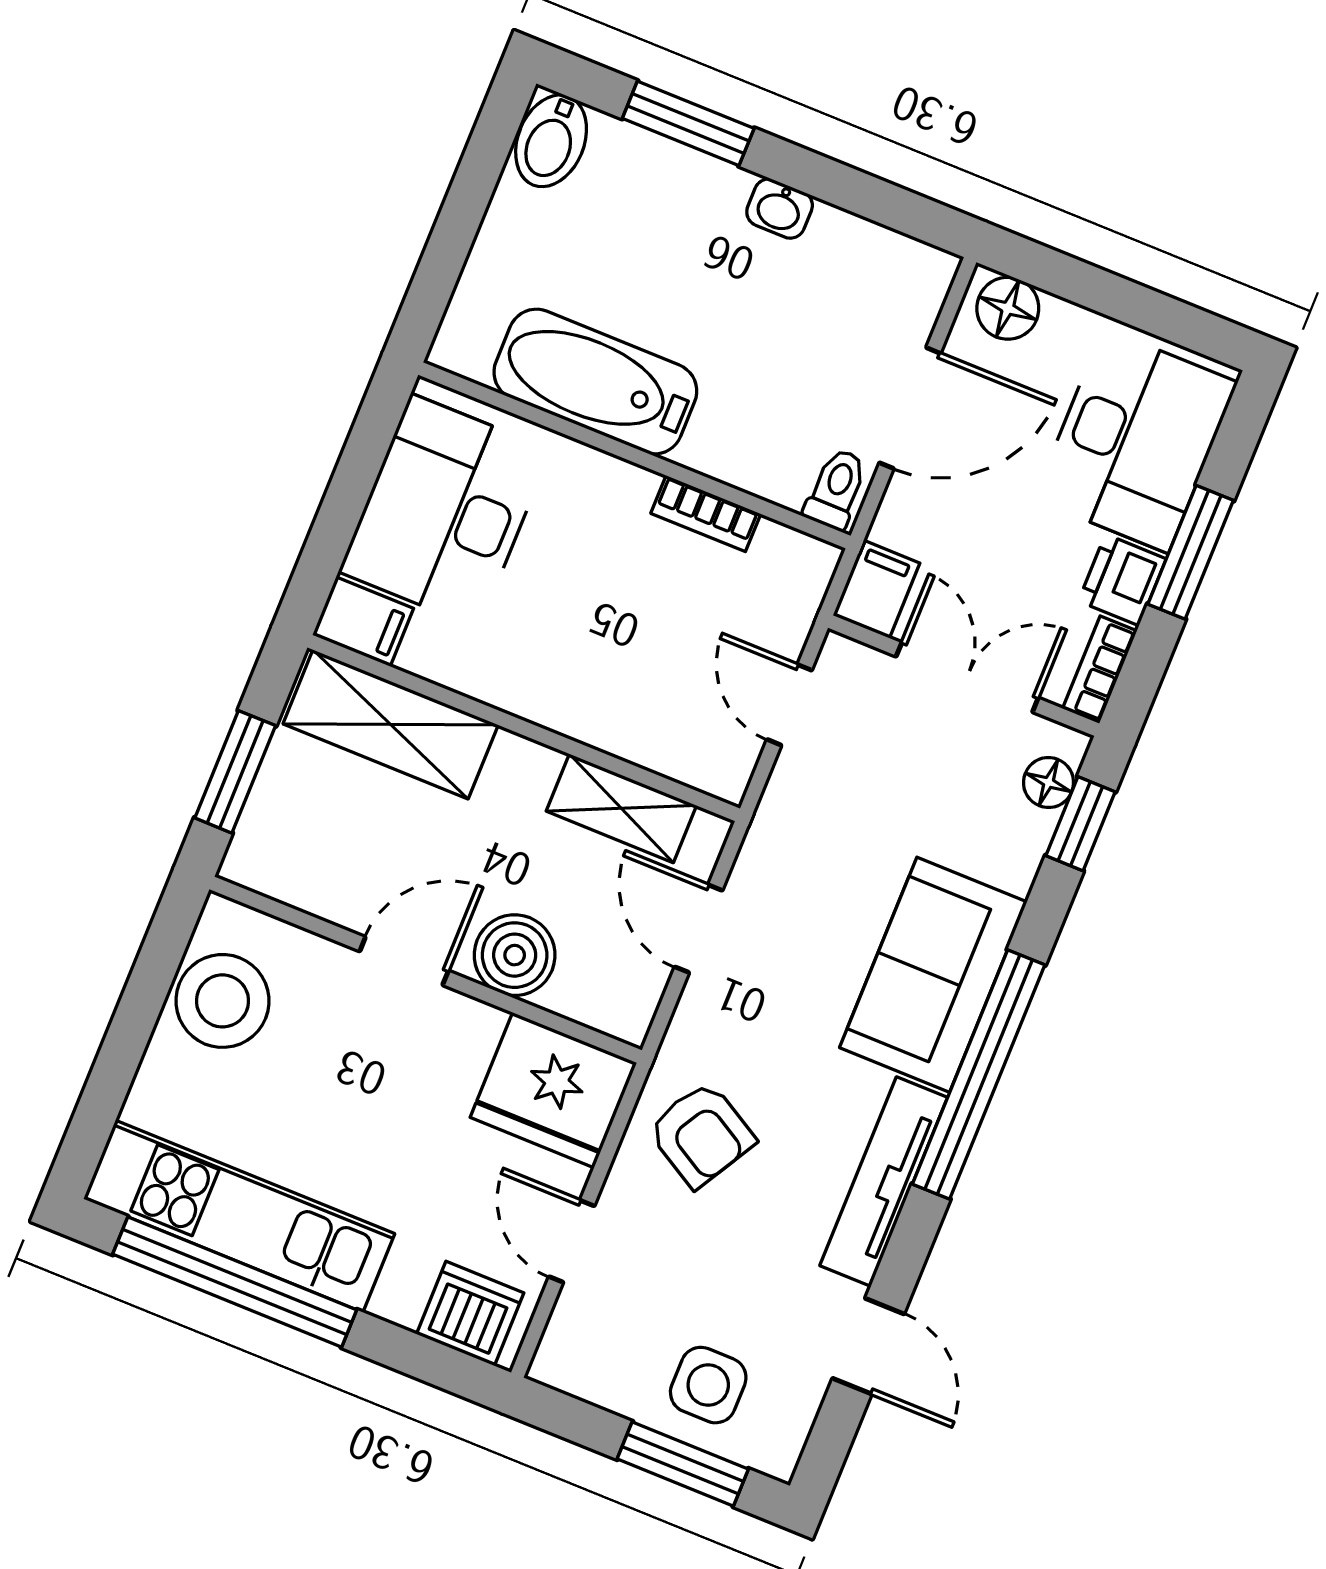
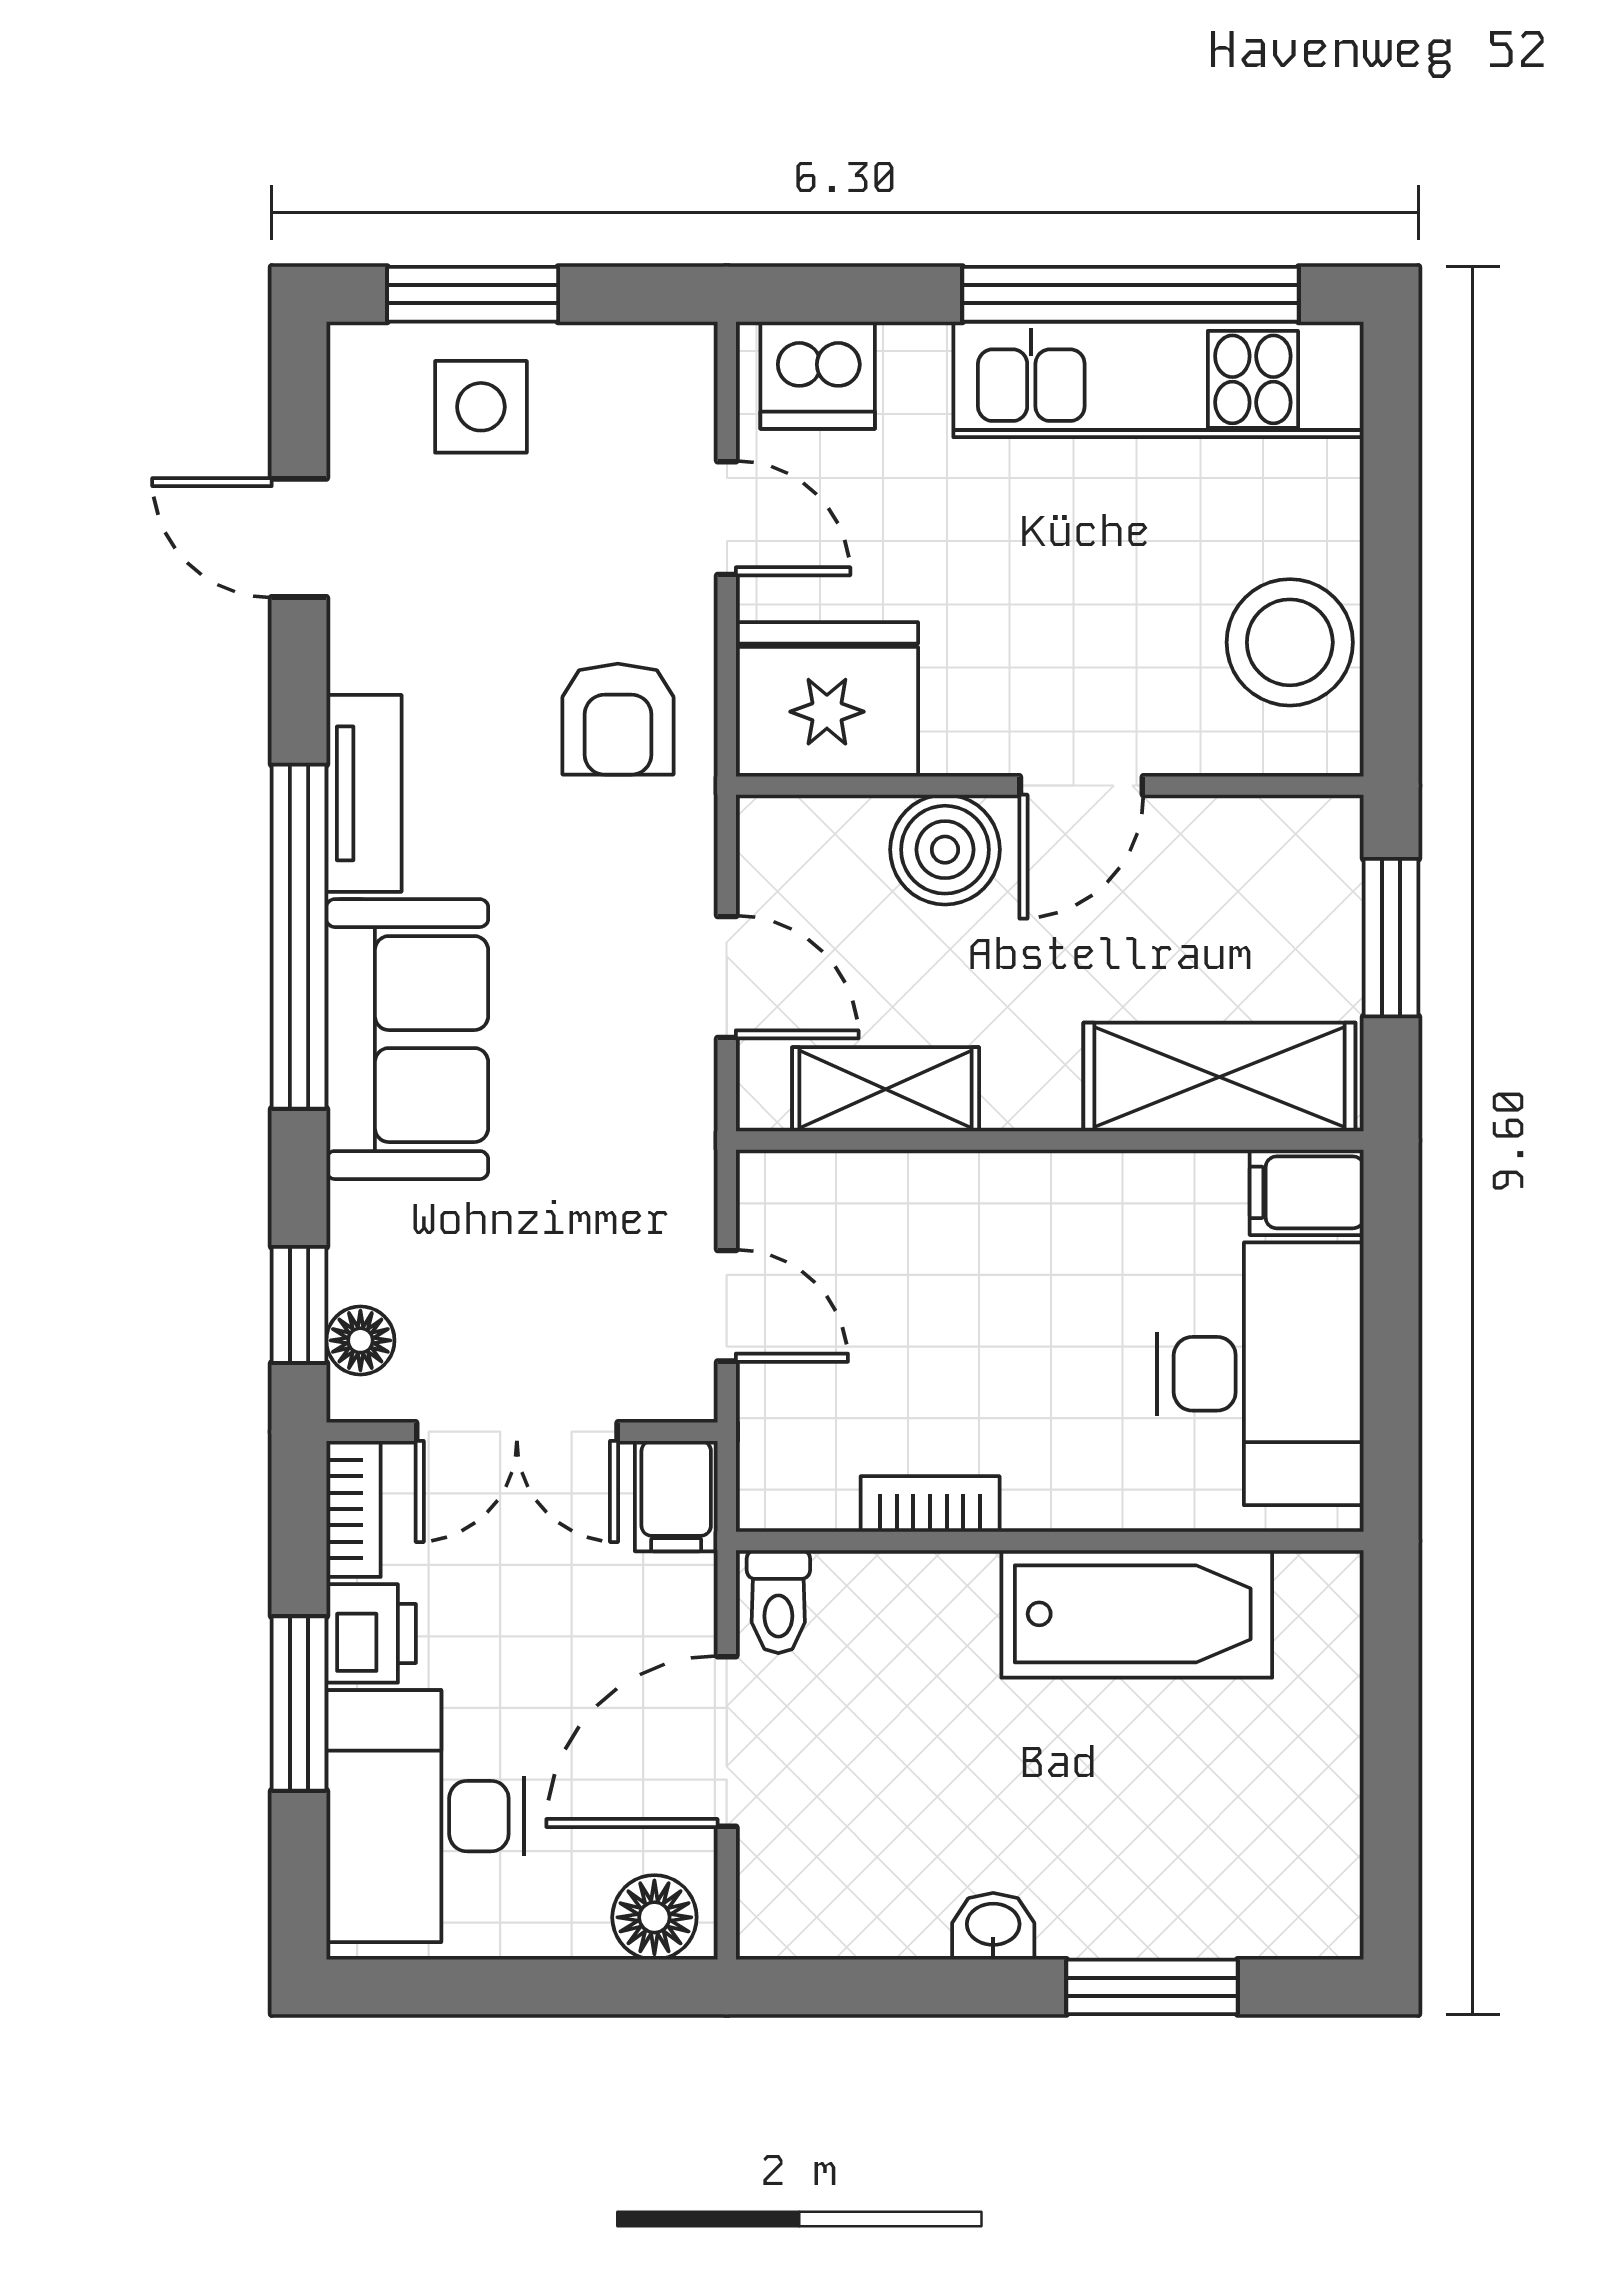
bidet: (551, 141) -> (1316, 1895), removed
armchair: (701, 1134) -> (618, 719), turned -120
tv unit: (884, 1182) -> (364, 793), width x0.71

